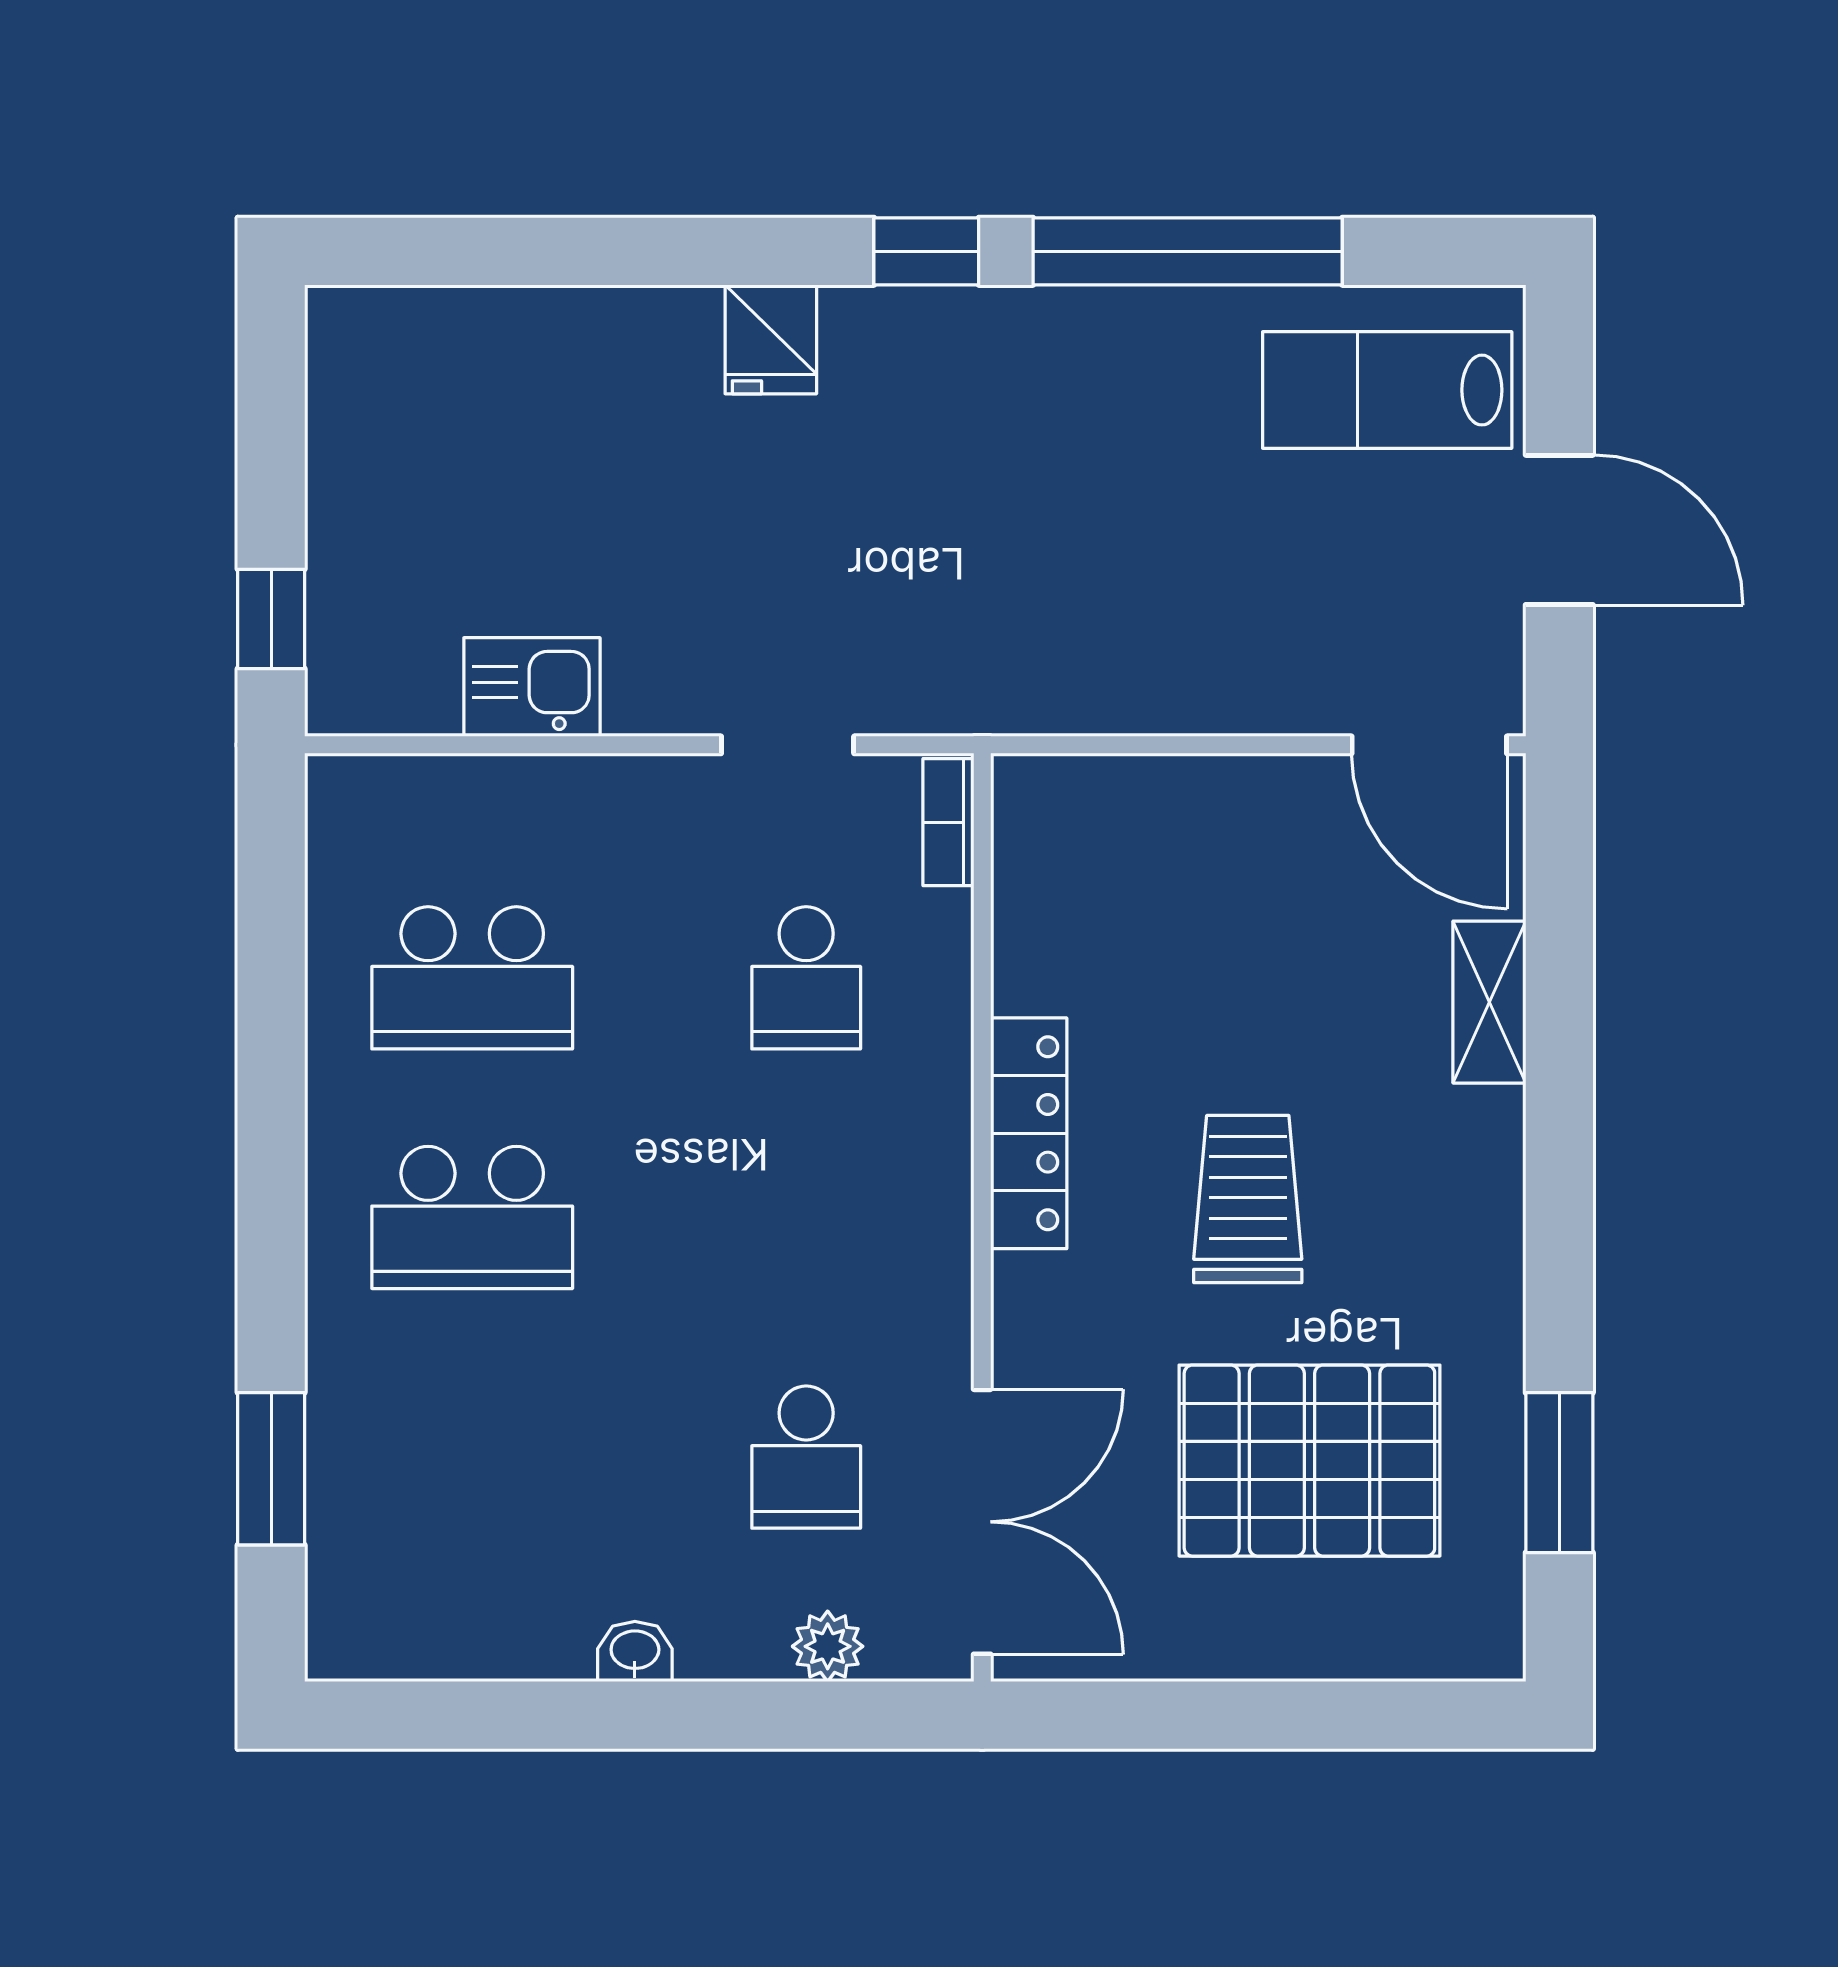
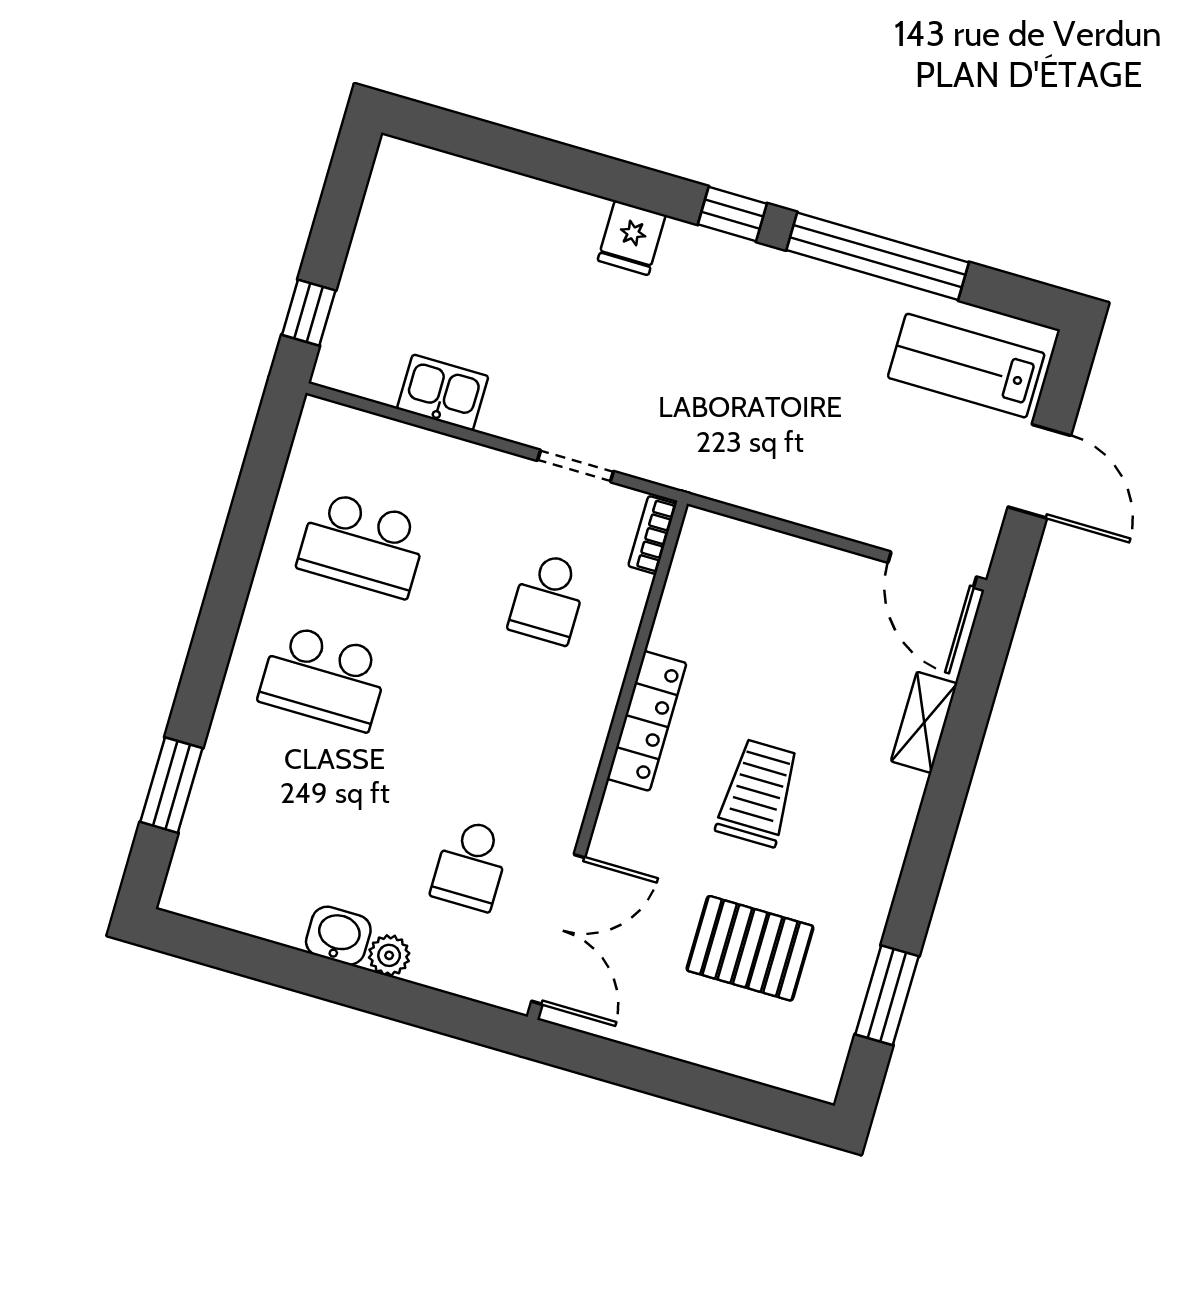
pallet: (1309, 1461) -> (750, 948), width x0.73, depth x0.71
plant: (828, 1646) -> (389, 955), moved
washbasin: (635, 1652) -> (338, 936), width x1.38, depth x1.45

